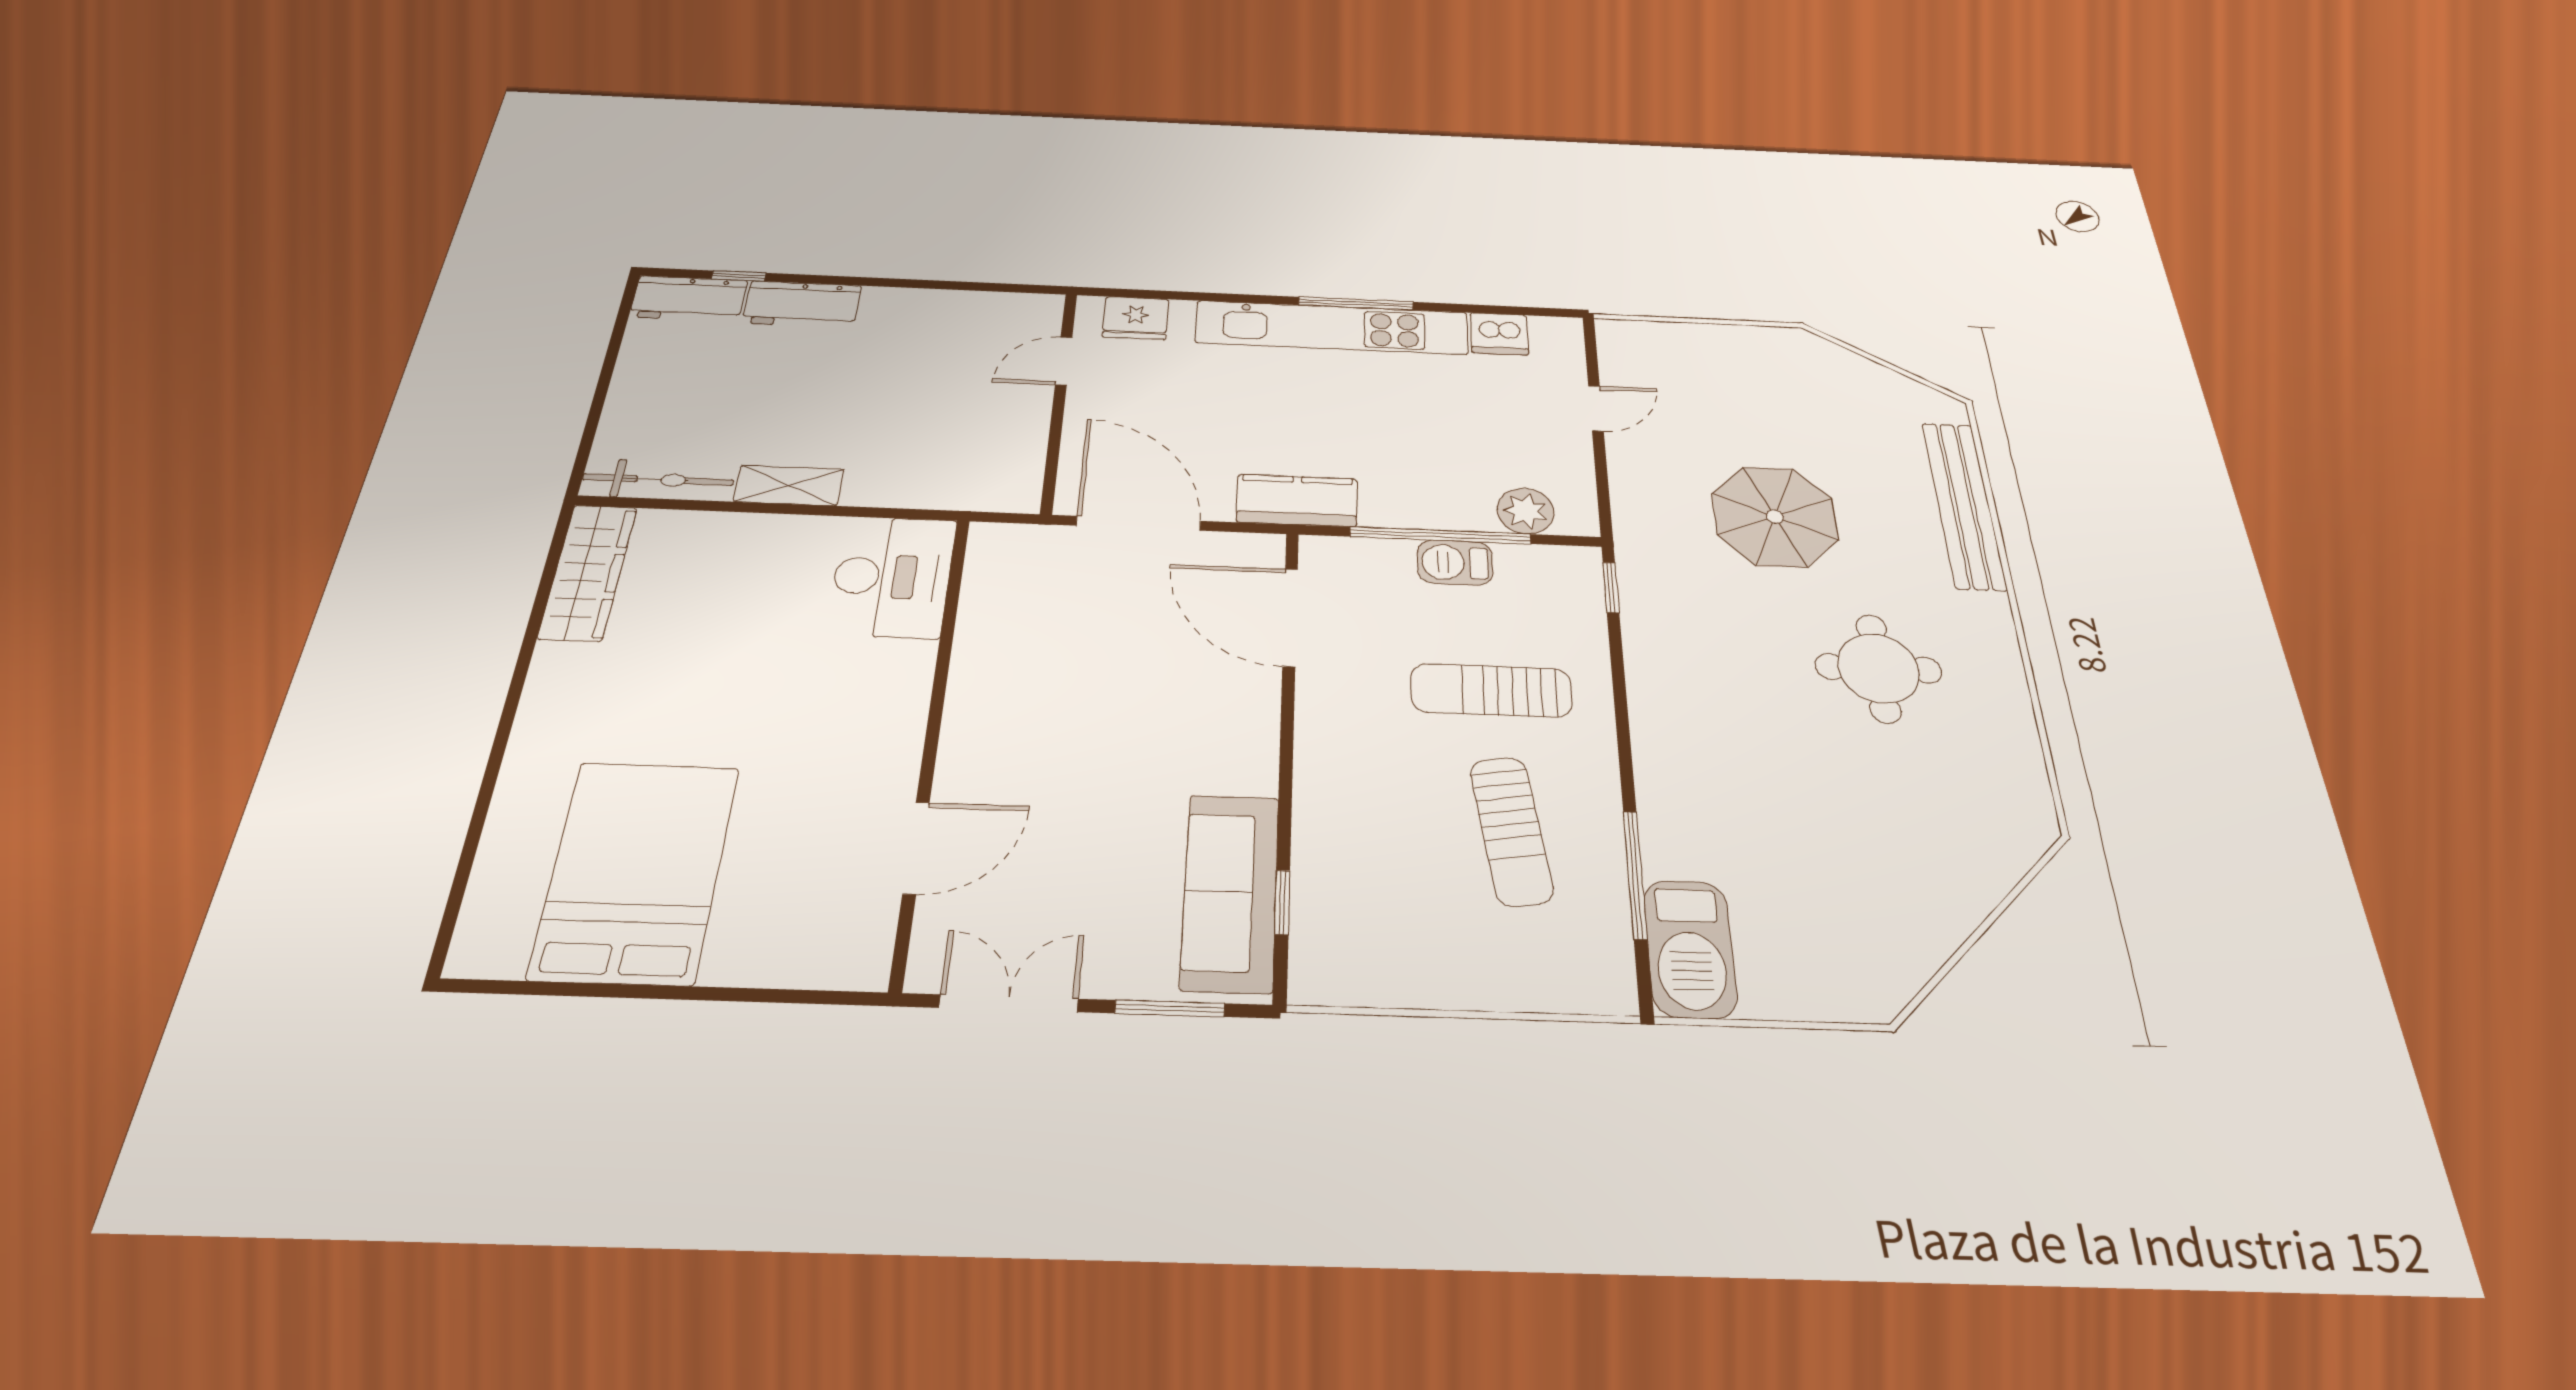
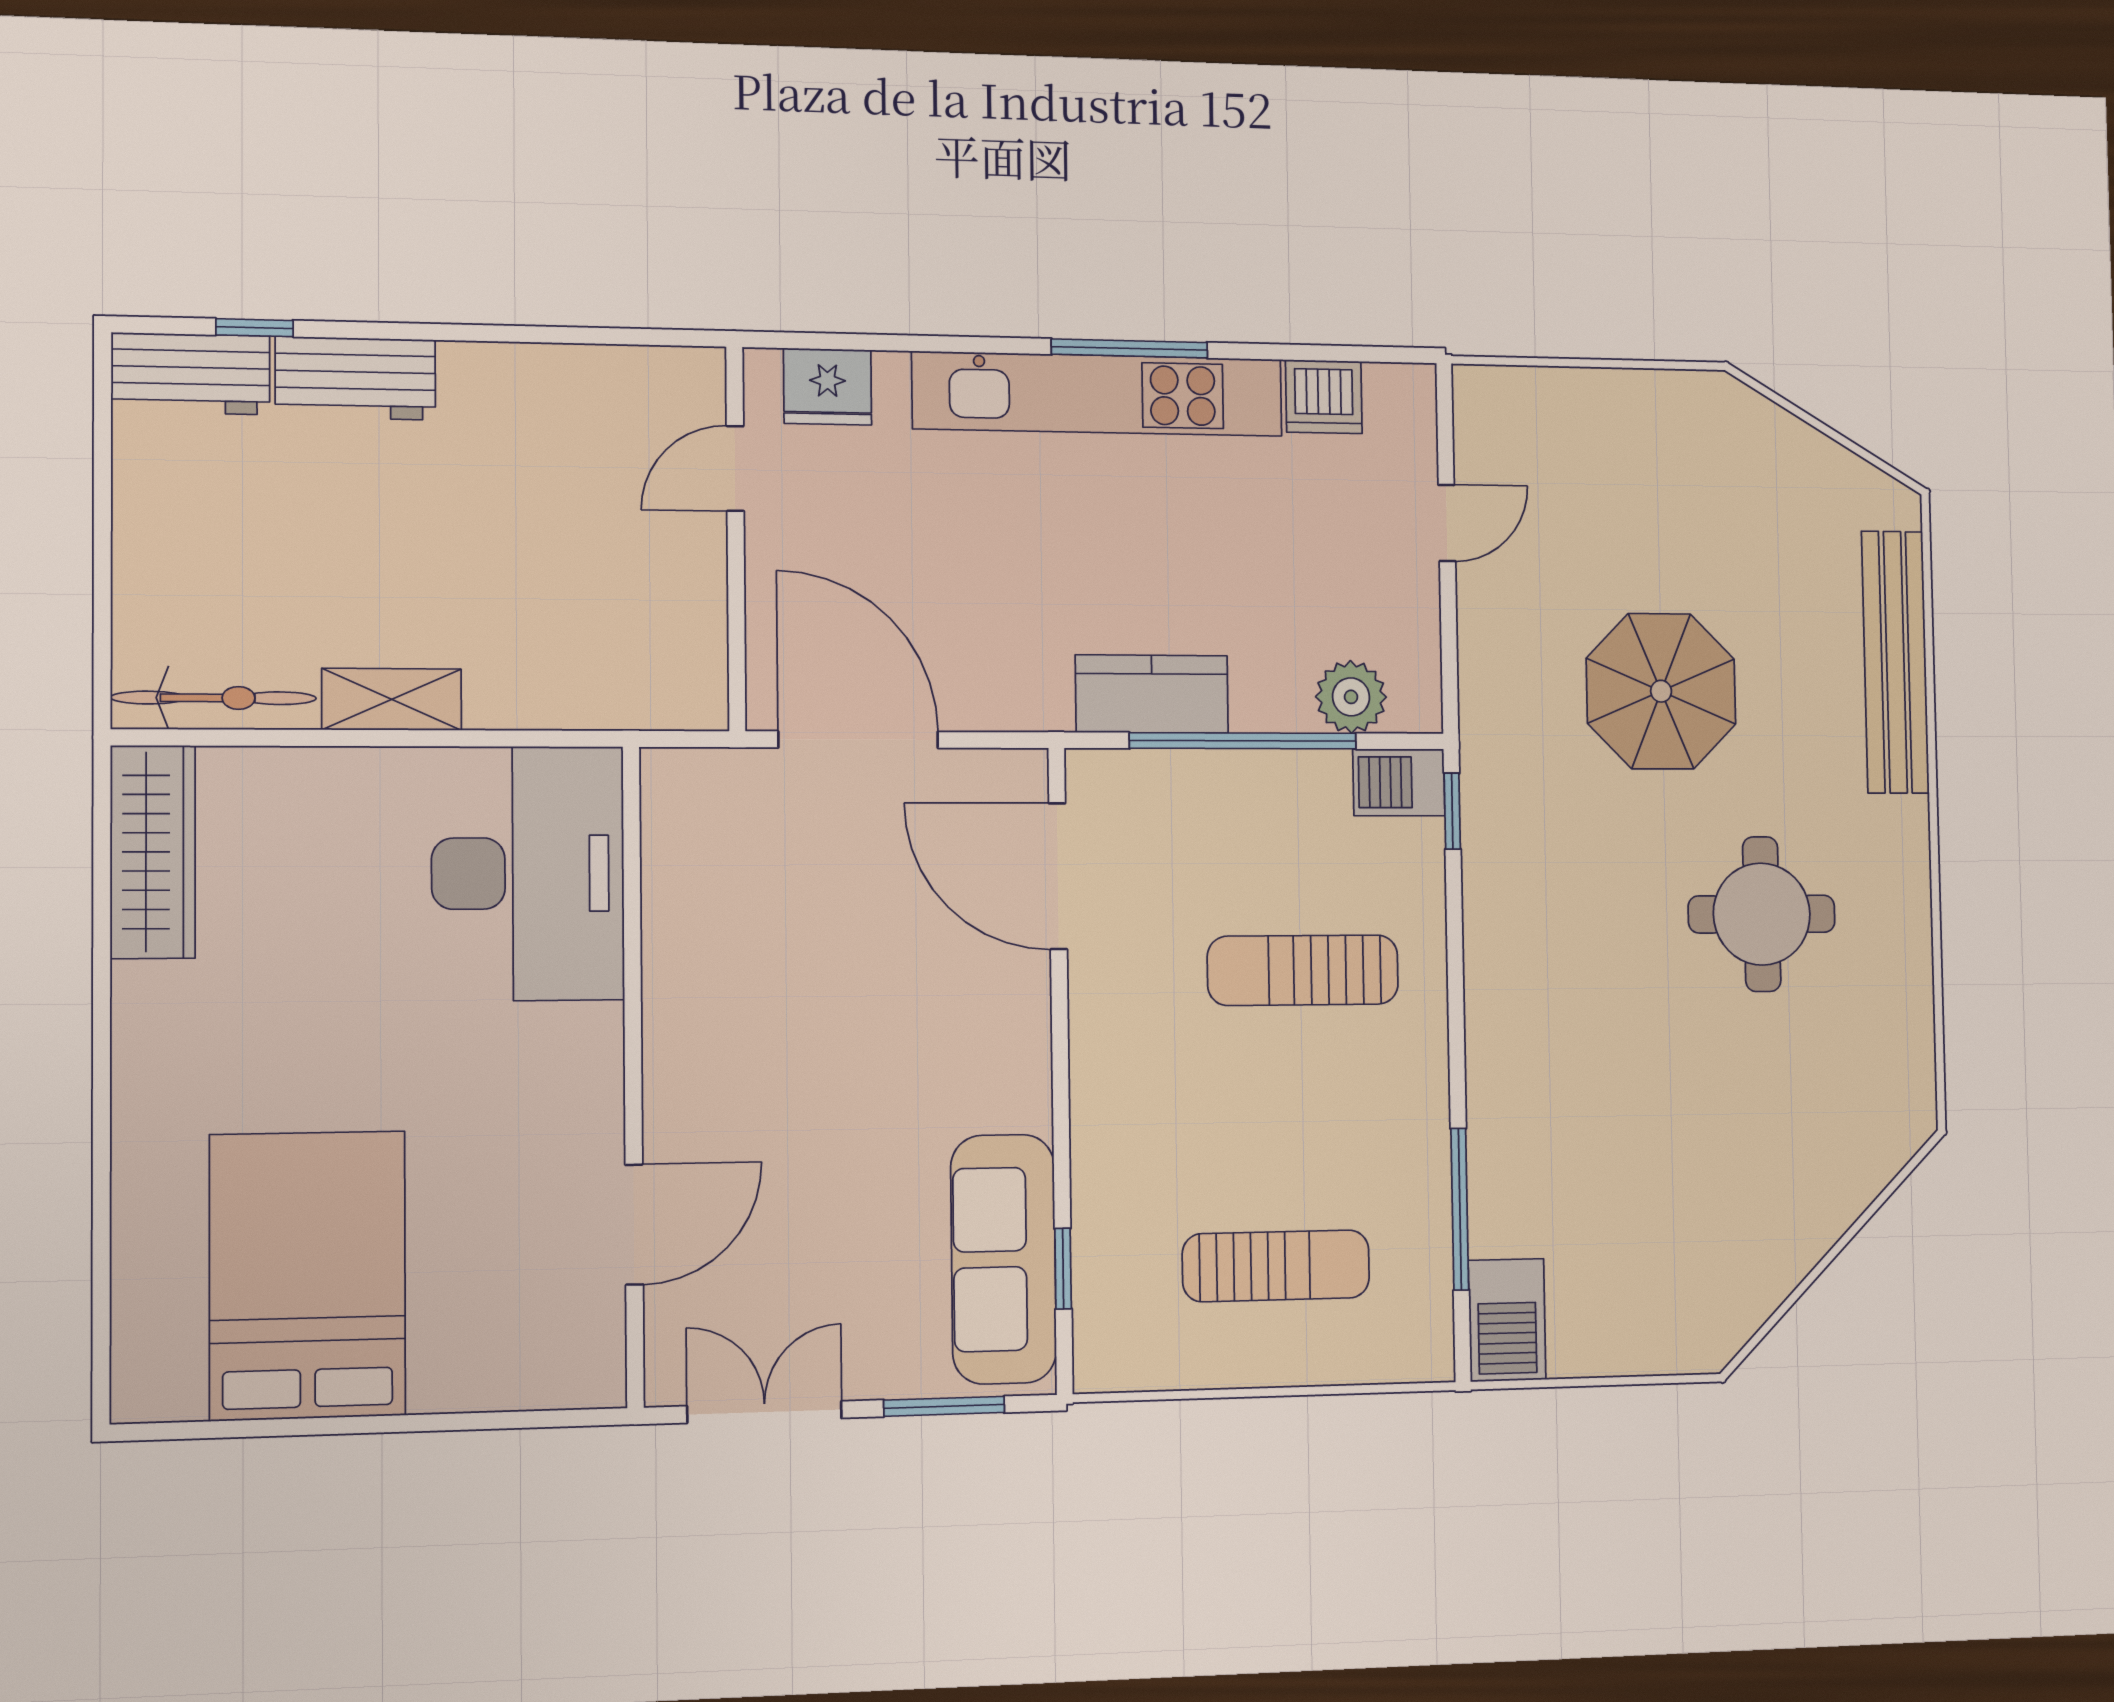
kitchen counter: (1297, 500) -> (1152, 694), moved
barbecue: (1455, 562) -> (1399, 782), moved
desk: (892, 577) -> (528, 873), width x1.36, depth x1.30
sun lounger: (1511, 831) -> (1276, 1266), moved, turned -81
barbecue: (1690, 949) -> (1507, 1320), width x0.73, depth x0.83

